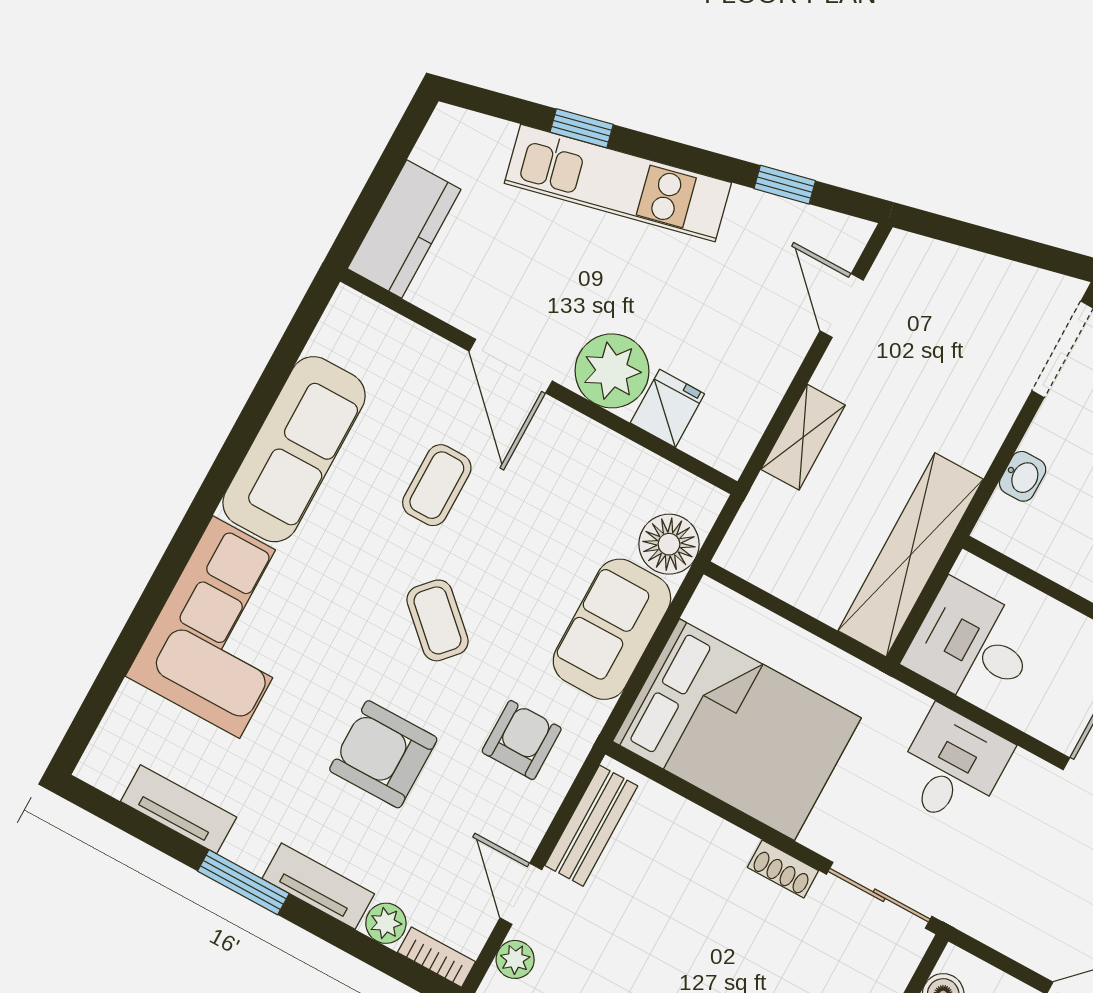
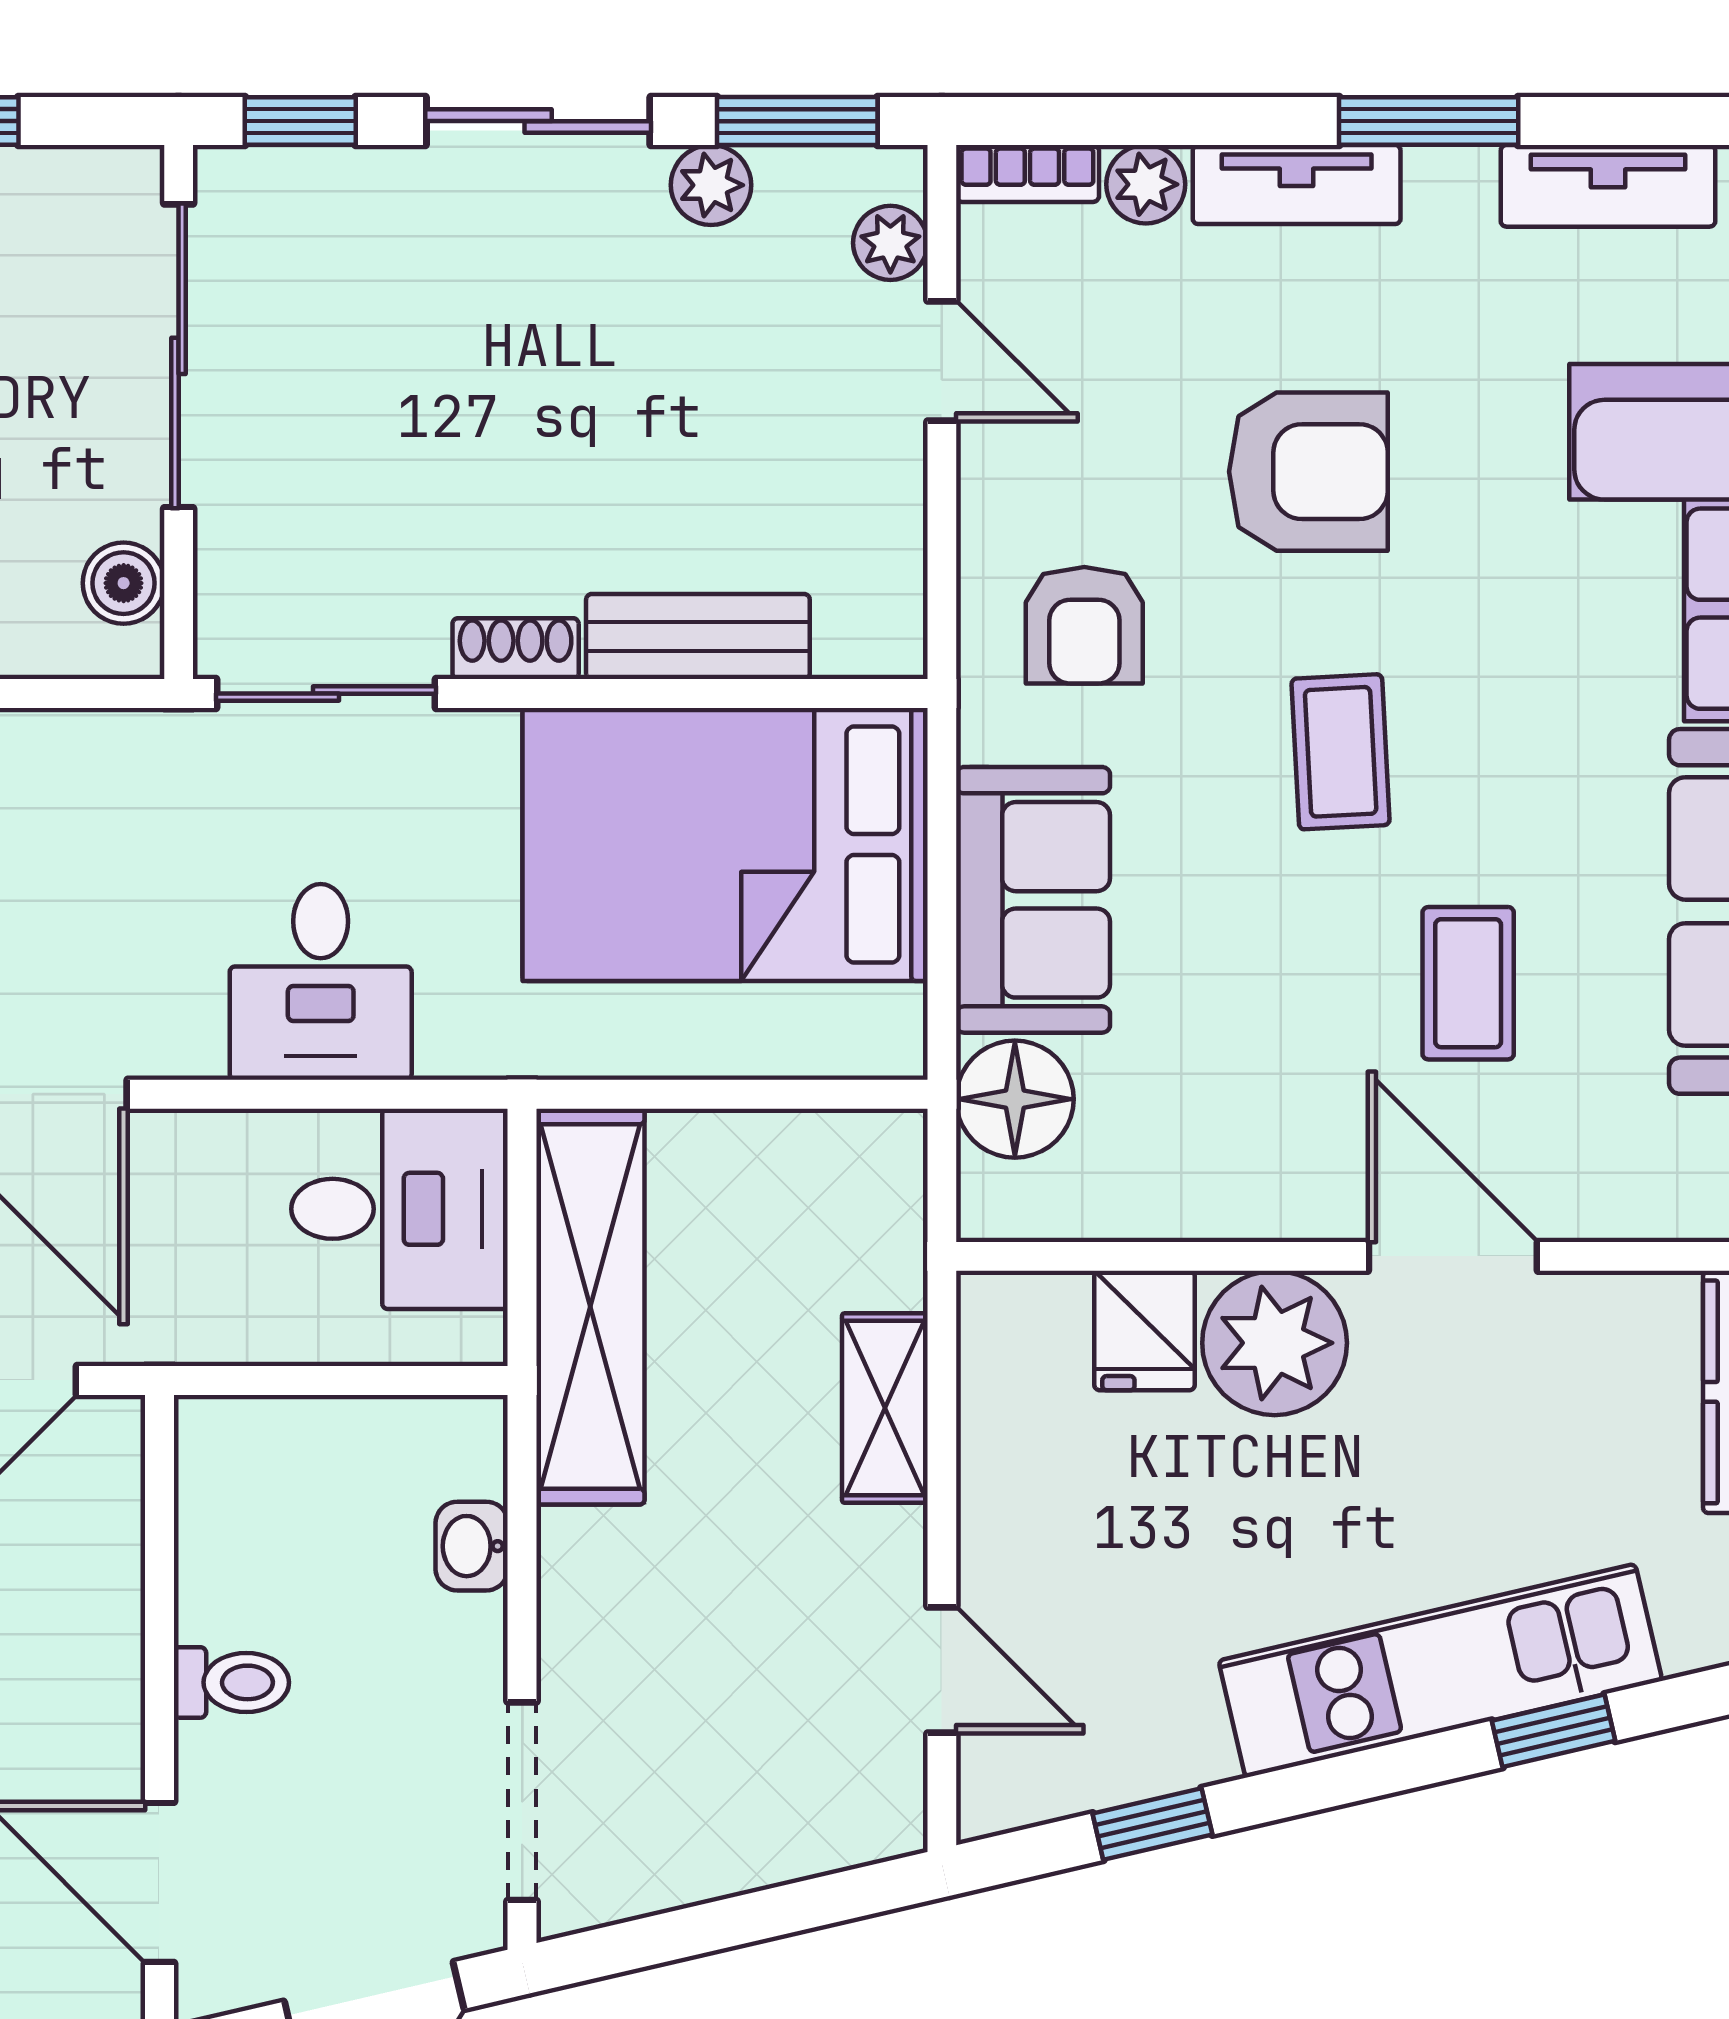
coffee table: (437, 620) -> (1341, 752), turned 44
bench: (591, 826) -> (698, 637), moved, turned 90

